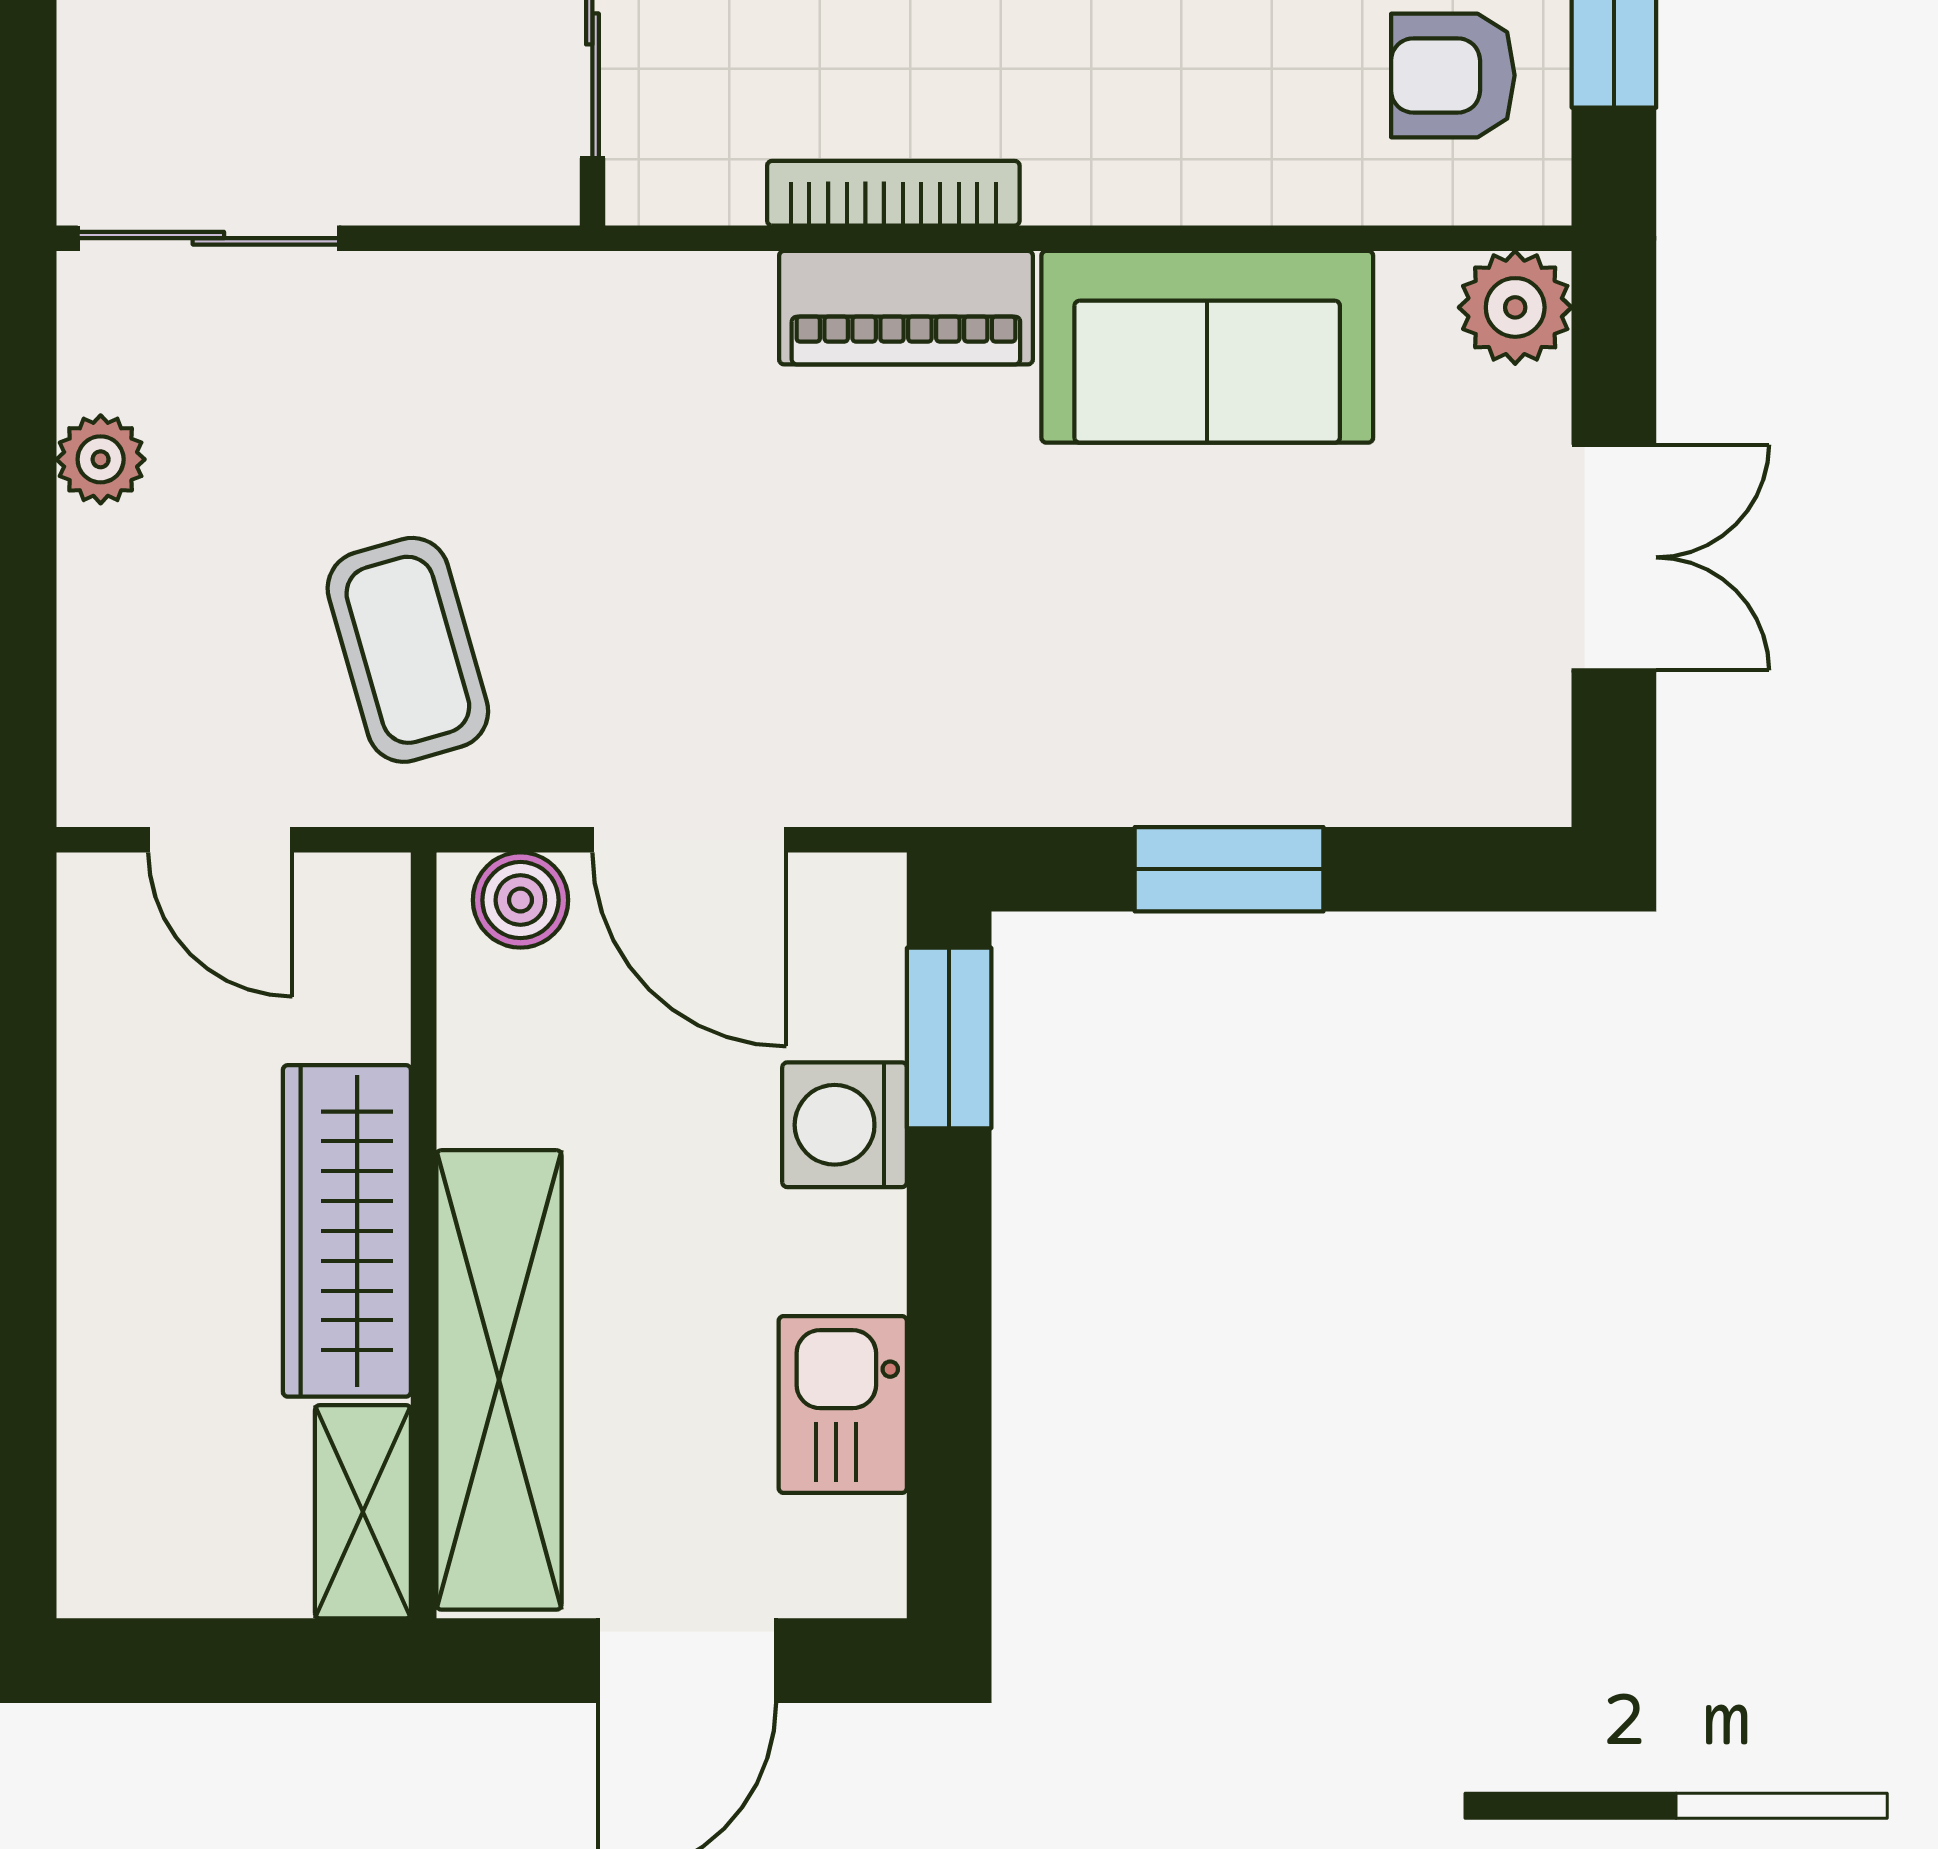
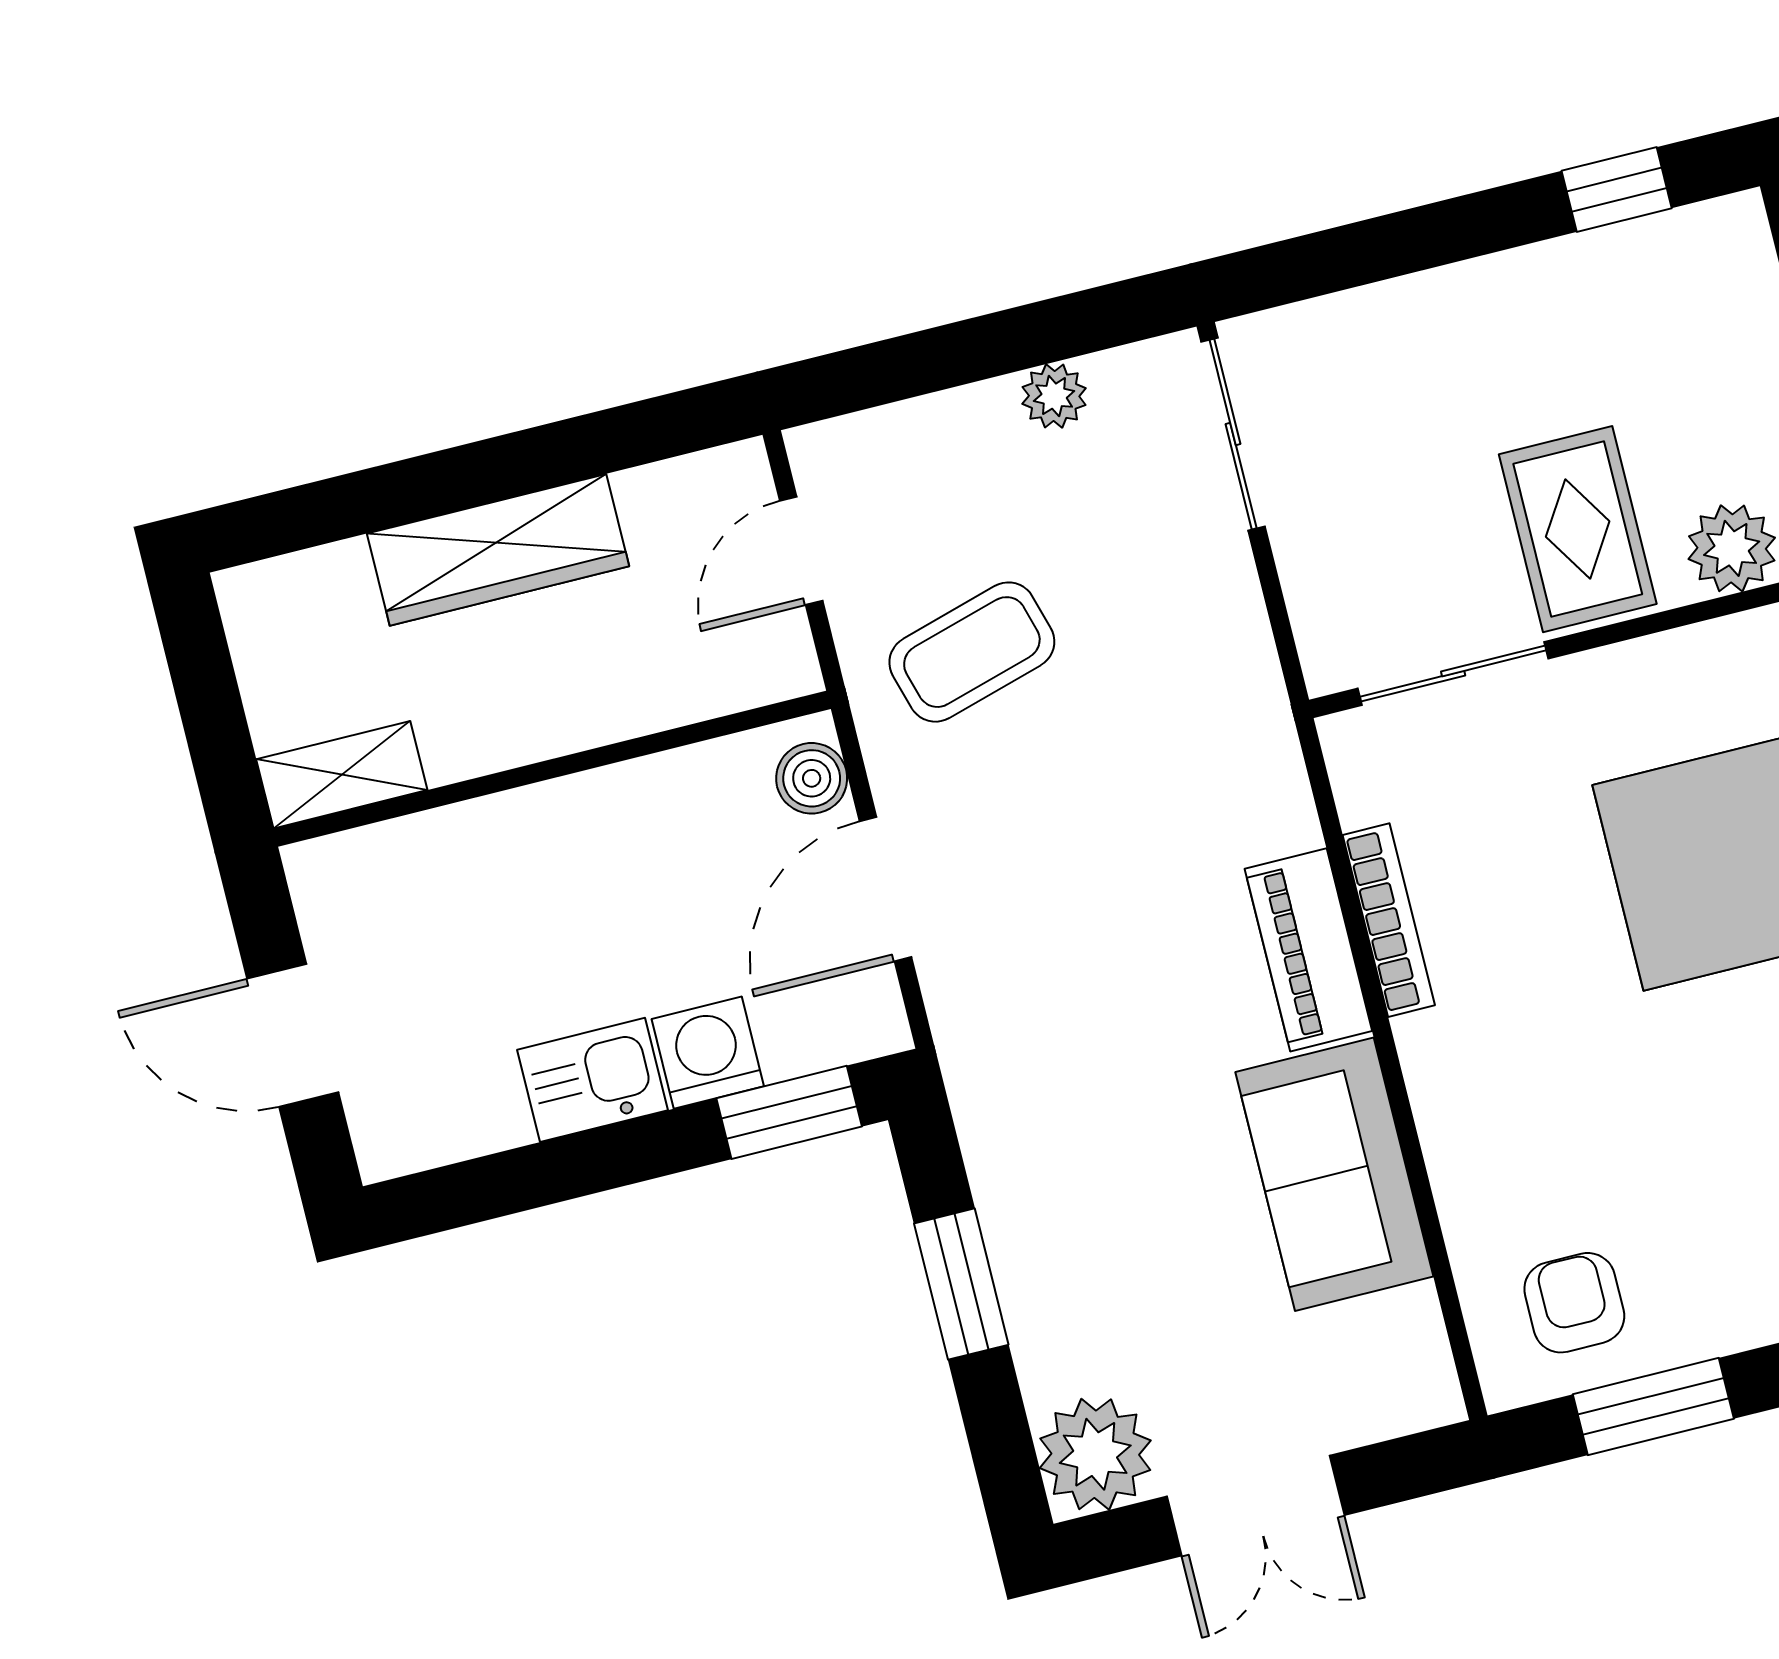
plant: (1515, 307) -> (1095, 1454), moved, width x1.36, depth x1.36
wardrobe: (347, 1231) -> (498, 550), moved, turned 180
shelving: (499, 1380) -> (462, 849), removed
kitchen sink: (843, 1405) -> (593, 1080), moved

